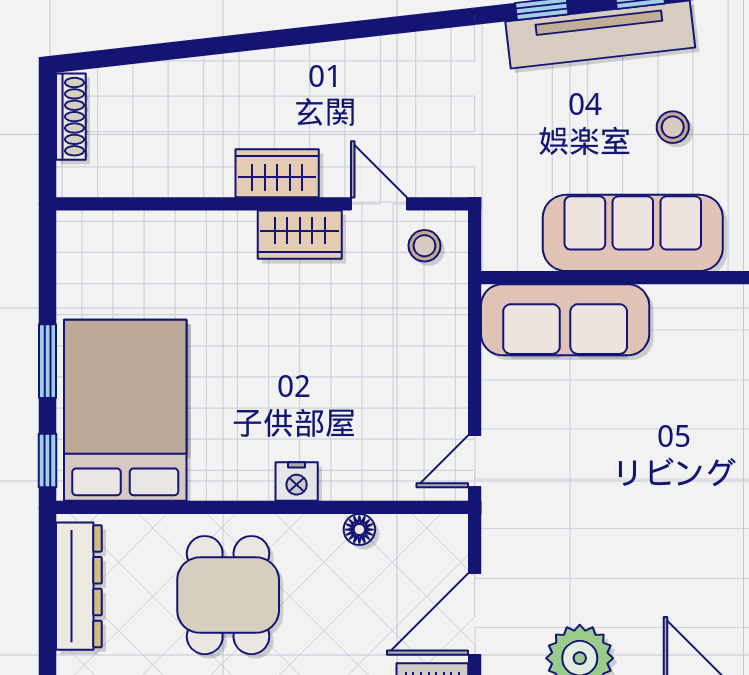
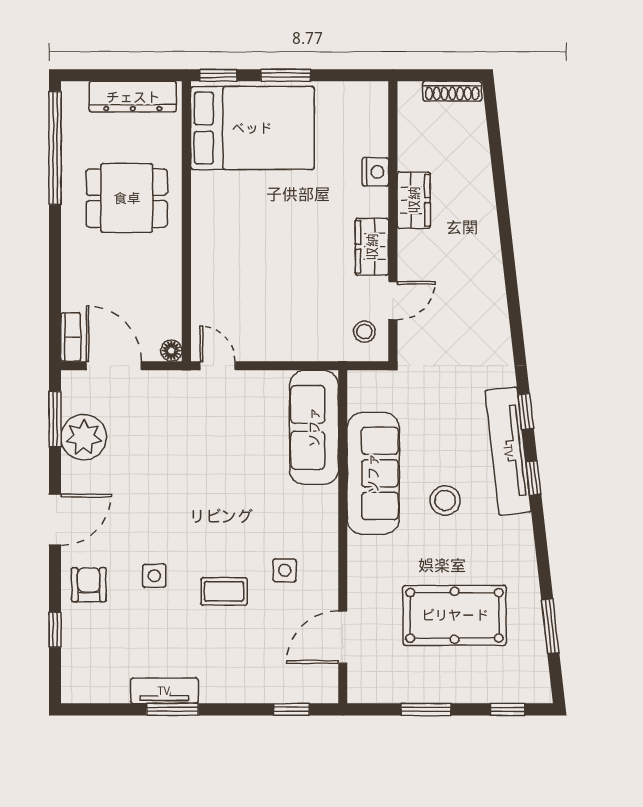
stool: (673, 127) -> (445, 501), width x1.37, depth x1.37
wardrobe: (277, 173) -> (414, 200), moved
nightstand: (297, 482) -> (375, 172), moved, turned 180
floor lamp: (359, 530) -> (171, 351), moved

